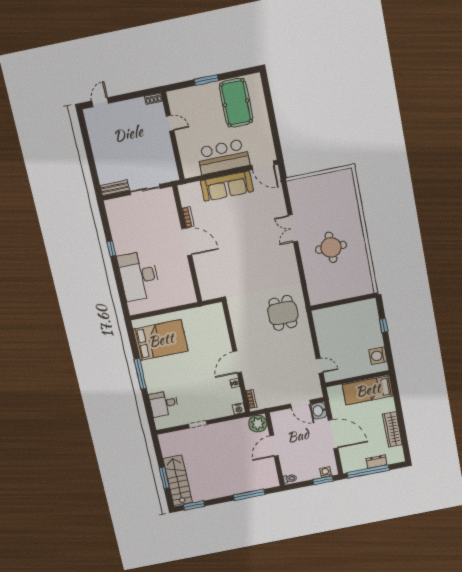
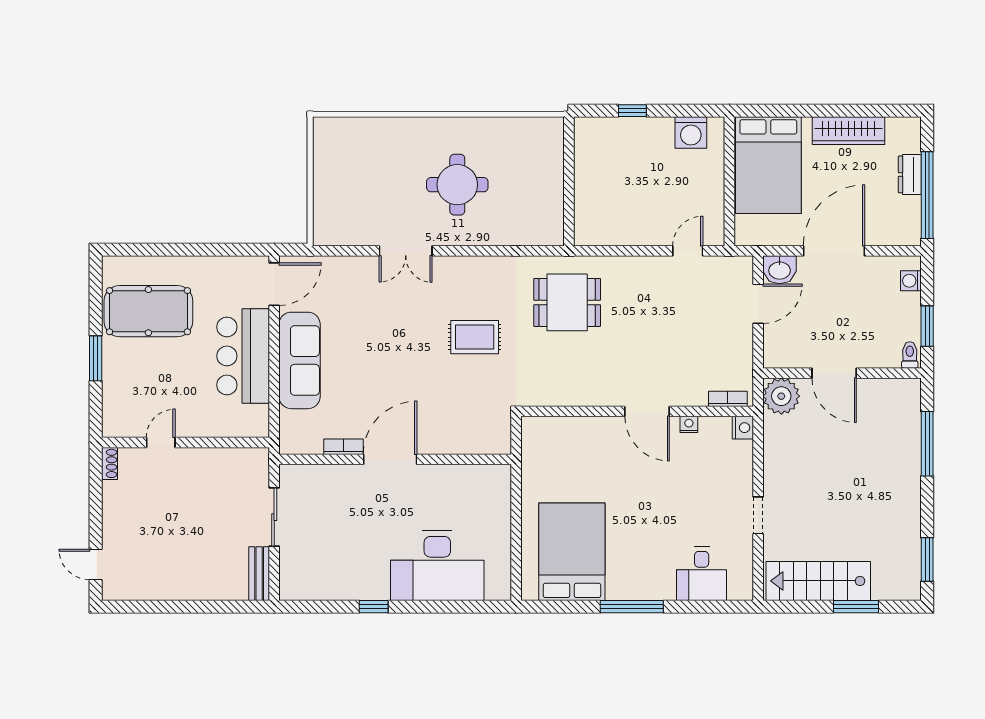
rug: (257, 271) -> (475, 337), added
bed: (368, 390) -> (768, 165), width x1.50
stairs: (178, 480) -> (818, 581), moved
window: (323, 480) -> (927, 326), moved

